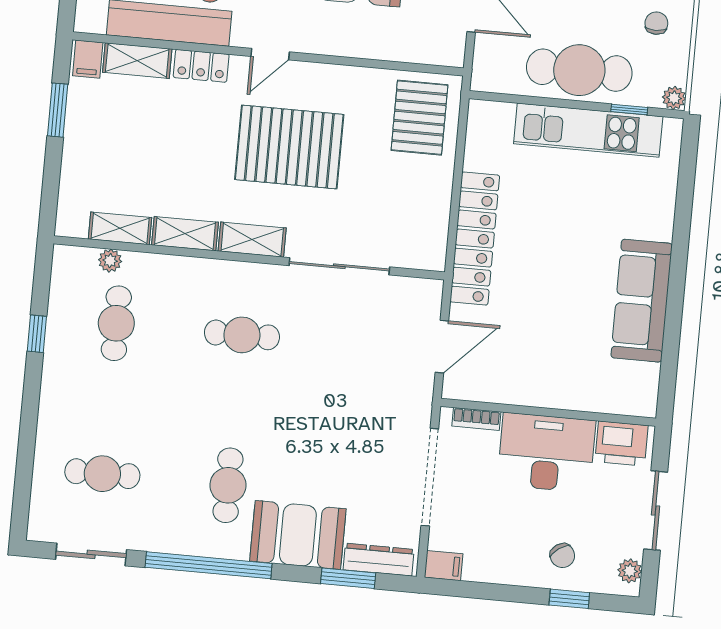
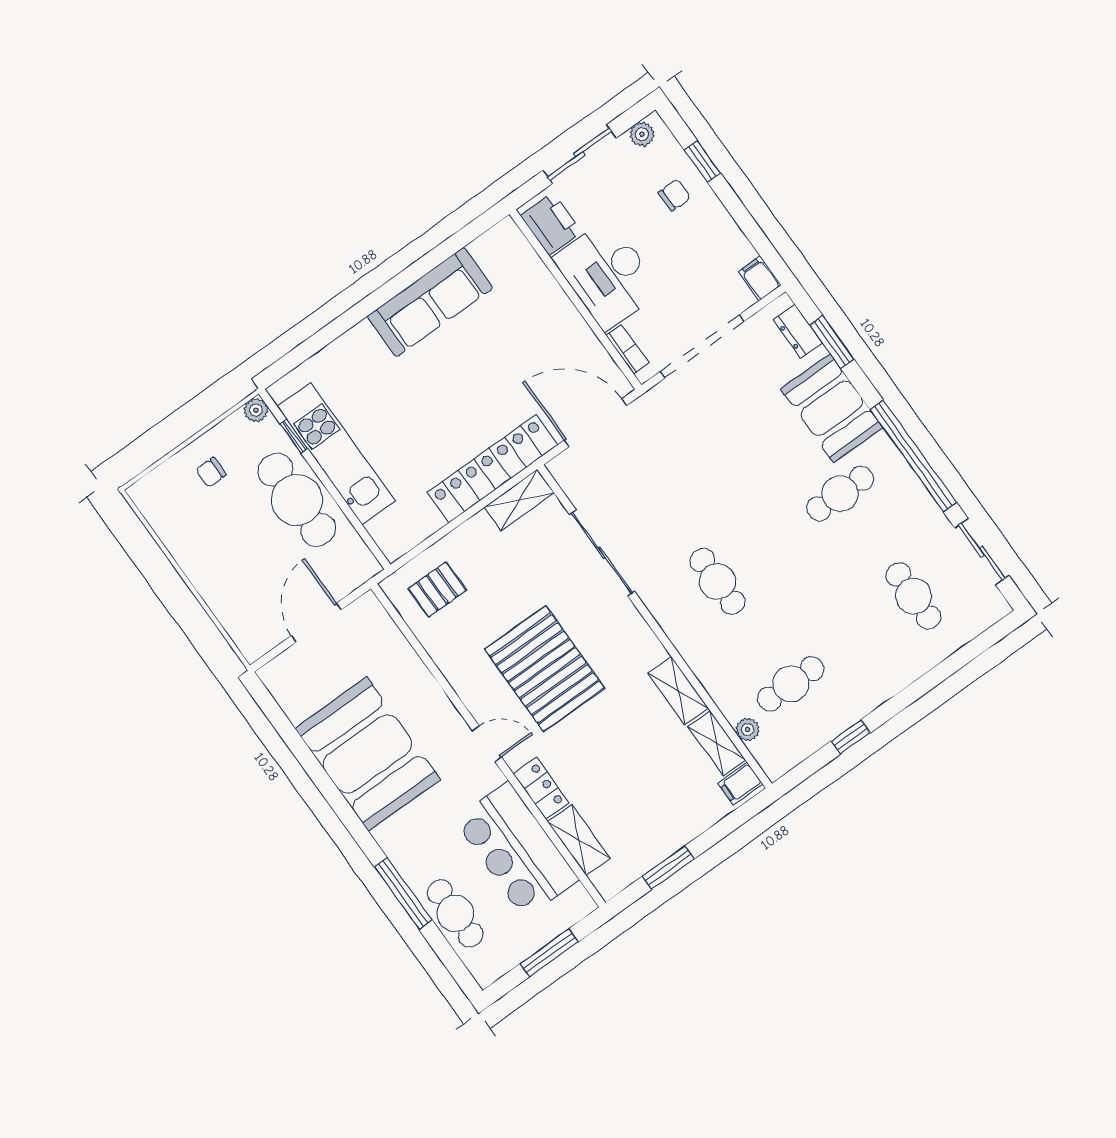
filing cabinet: (88, 59) -> (740, 784), moved, turned 180
pallet: (419, 118) -> (437, 589), width x0.67, depth x0.71
shelving: (252, 240) -> (519, 500), moved, turned 90
door: (442, 347) -> (595, 423), width x1.36
chair: (562, 556) -> (674, 195), turned 35
dresser: (379, 560) -> (798, 331), width x0.70

